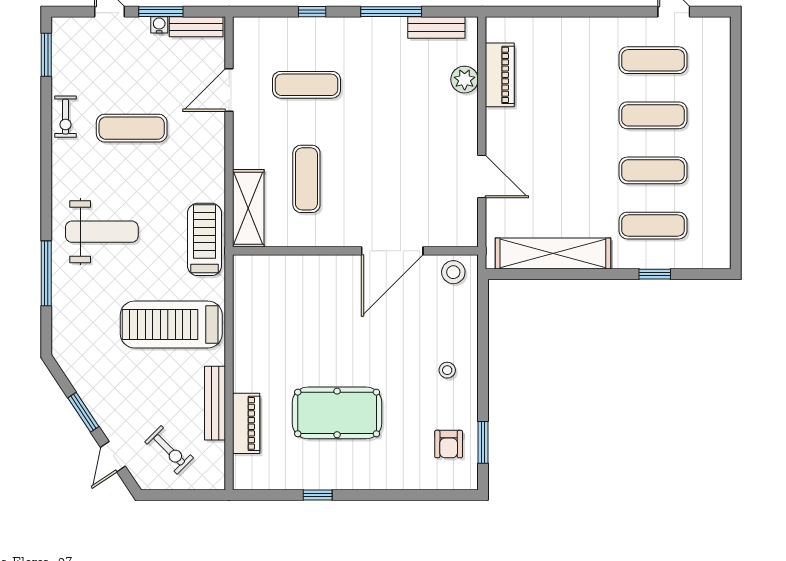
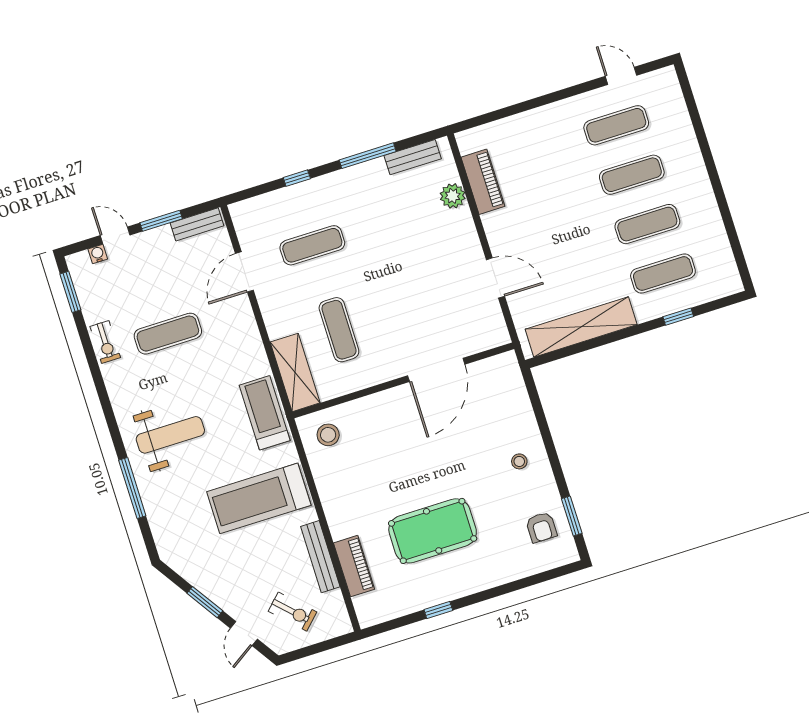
water cooler: (159, 25) -> (98, 254), moved
stool: (453, 272) -> (328, 435), moved

